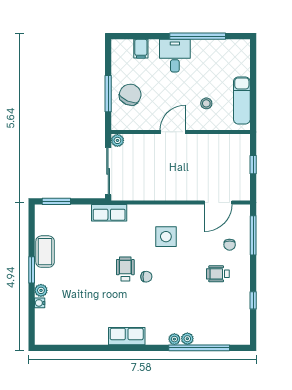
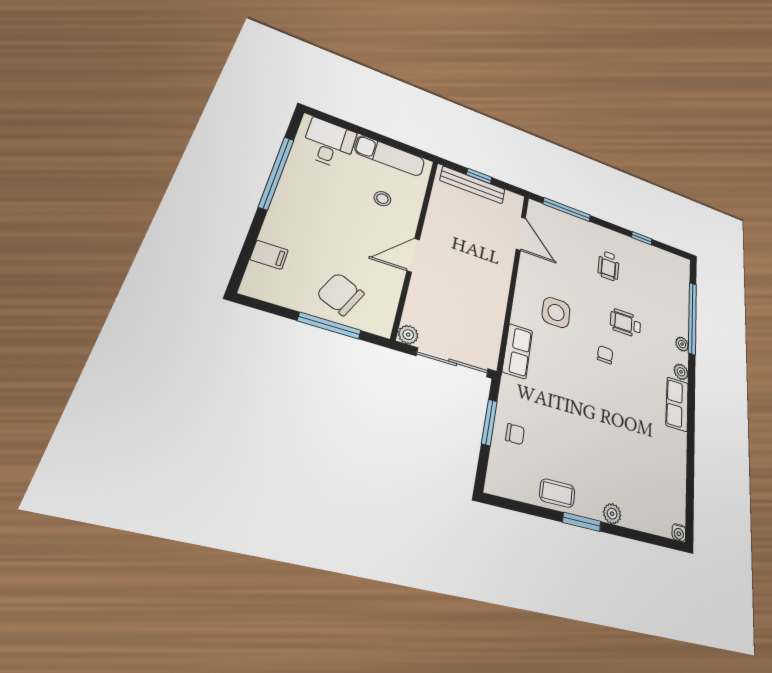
desk: (175, 56) -> (329, 143), moved, turned 90
door: (173, 132) -> (413, 255), hinge flipped
bench: (243, 161) -> (473, 185), added
window: (56, 201) -> (489, 422), moved
row of seats: (109, 213) -> (517, 351), moved
chair: (230, 245) -> (515, 434), moved
coffee table: (45, 252) -> (557, 493), width x0.73, depth x0.77
wheelchair: (125, 269) -> (626, 323), moved
water cooler: (40, 303) -> (679, 533), moved
plant: (187, 339) -> (681, 372), moved

